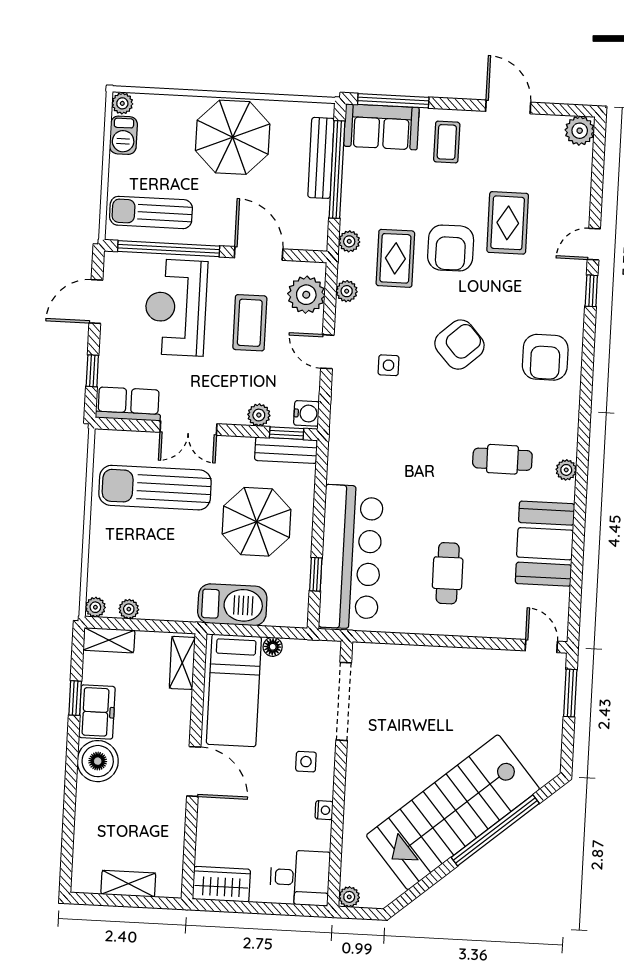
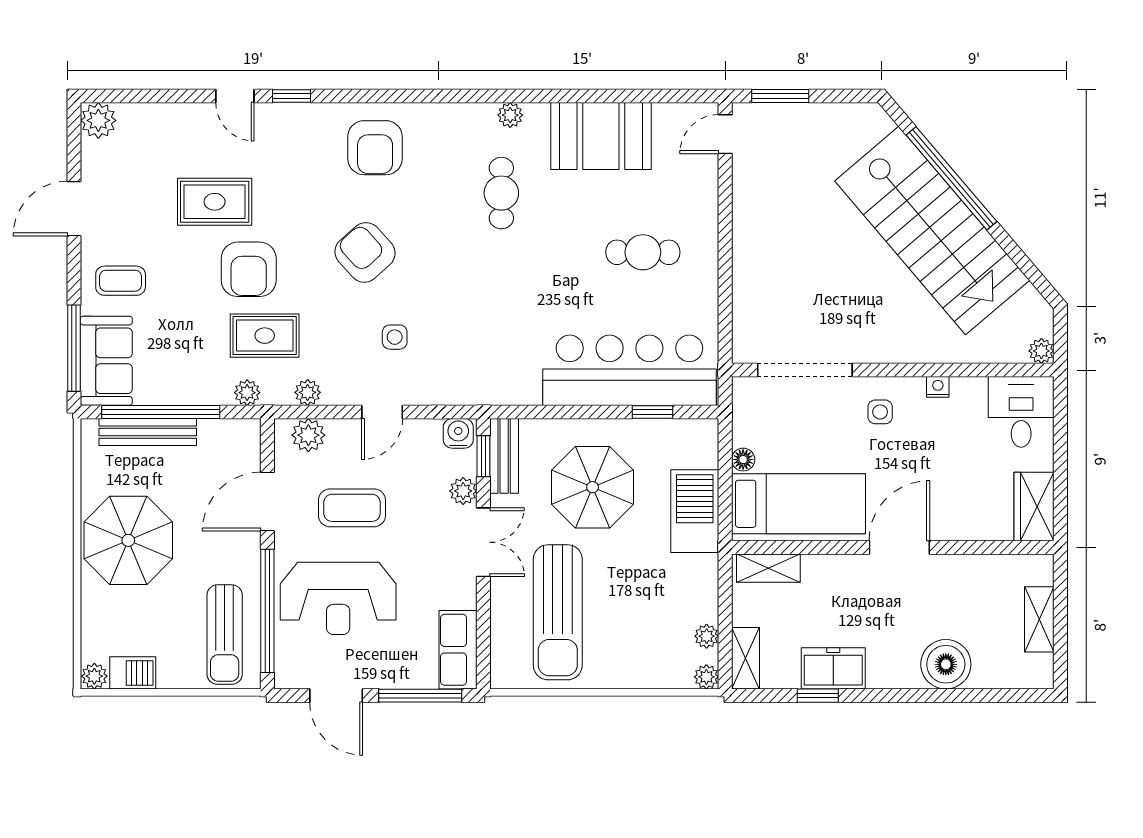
armchair: (451, 248) -> (249, 269), turned 90
plant: (306, 295) -> (308, 435), width x0.73, depth x0.73
armchair: (545, 357) -> (375, 148), turned 90
window: (92, 371) -> (420, 696), width x2.17
double door: (188, 428) -> (483, 542), moved
boiler: (98, 761) -> (946, 664), moved

